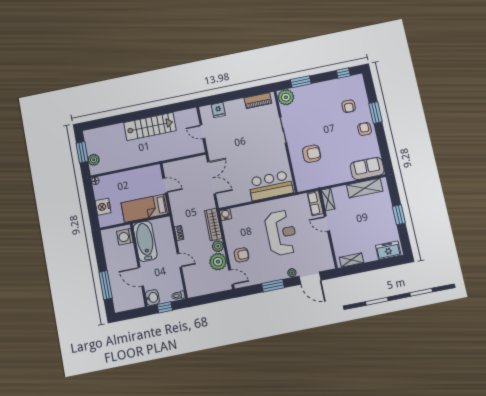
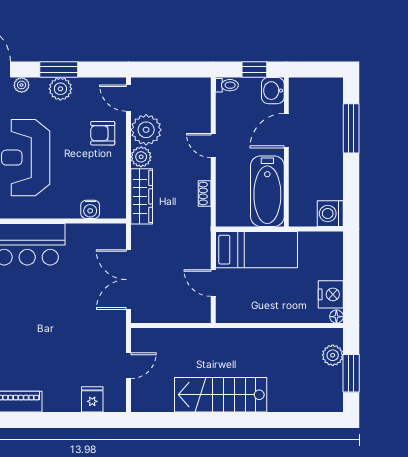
door: (202, 132) -> (128, 366), hinge flipped
nightstand: (103, 207) -> (331, 294), moved
water cooler: (226, 215) -> (90, 209), moved
washing machine: (125, 237) -> (330, 214), moved, turned 180
plant: (270, 275) -> (60, 89), added
door: (141, 277) -> (286, 131), swing flipped

